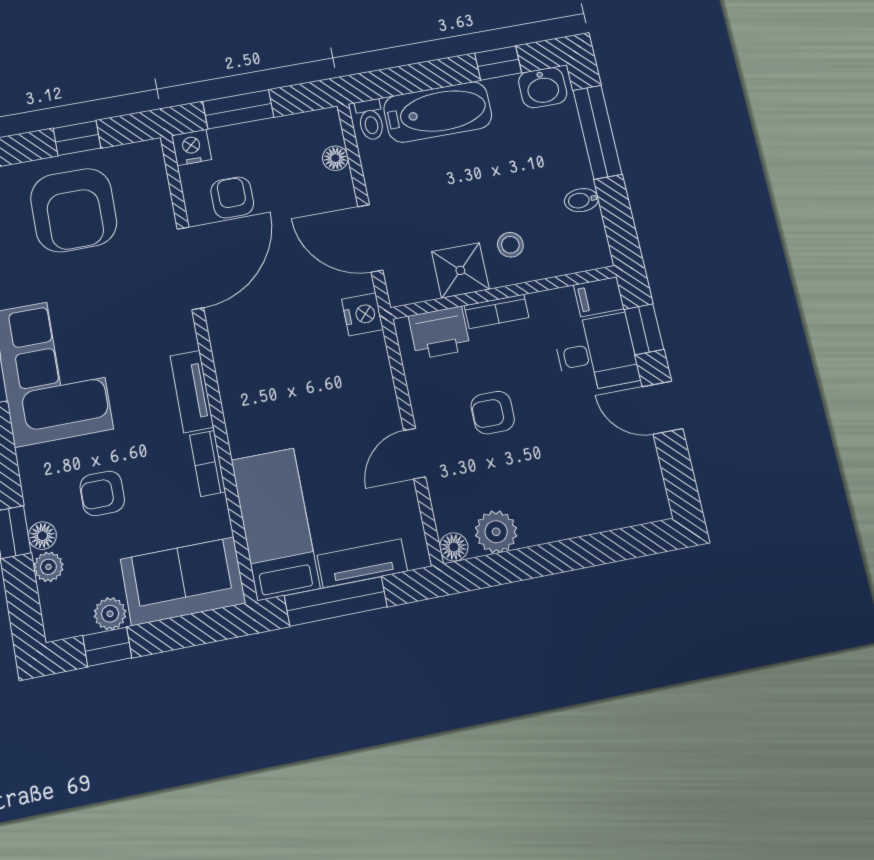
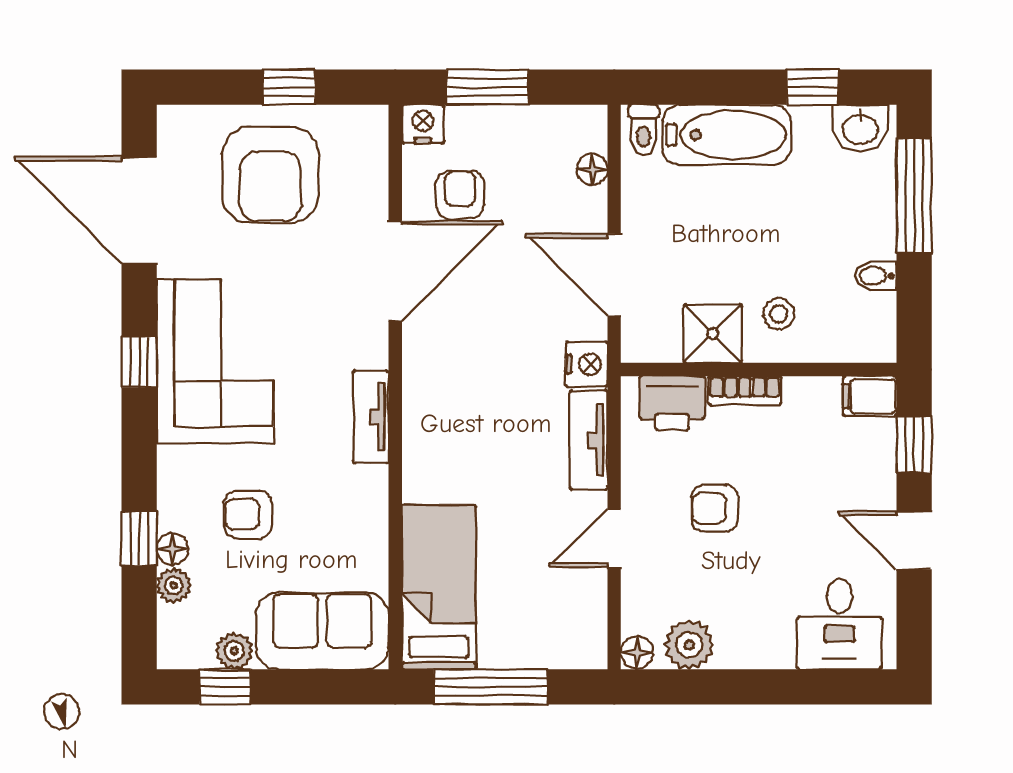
desk: (596, 353) -> (840, 624), moved, turned 90
bookcase: (208, 463) -> (374, 503), removed
tv unit: (362, 563) -> (589, 440), moved, turned -90

